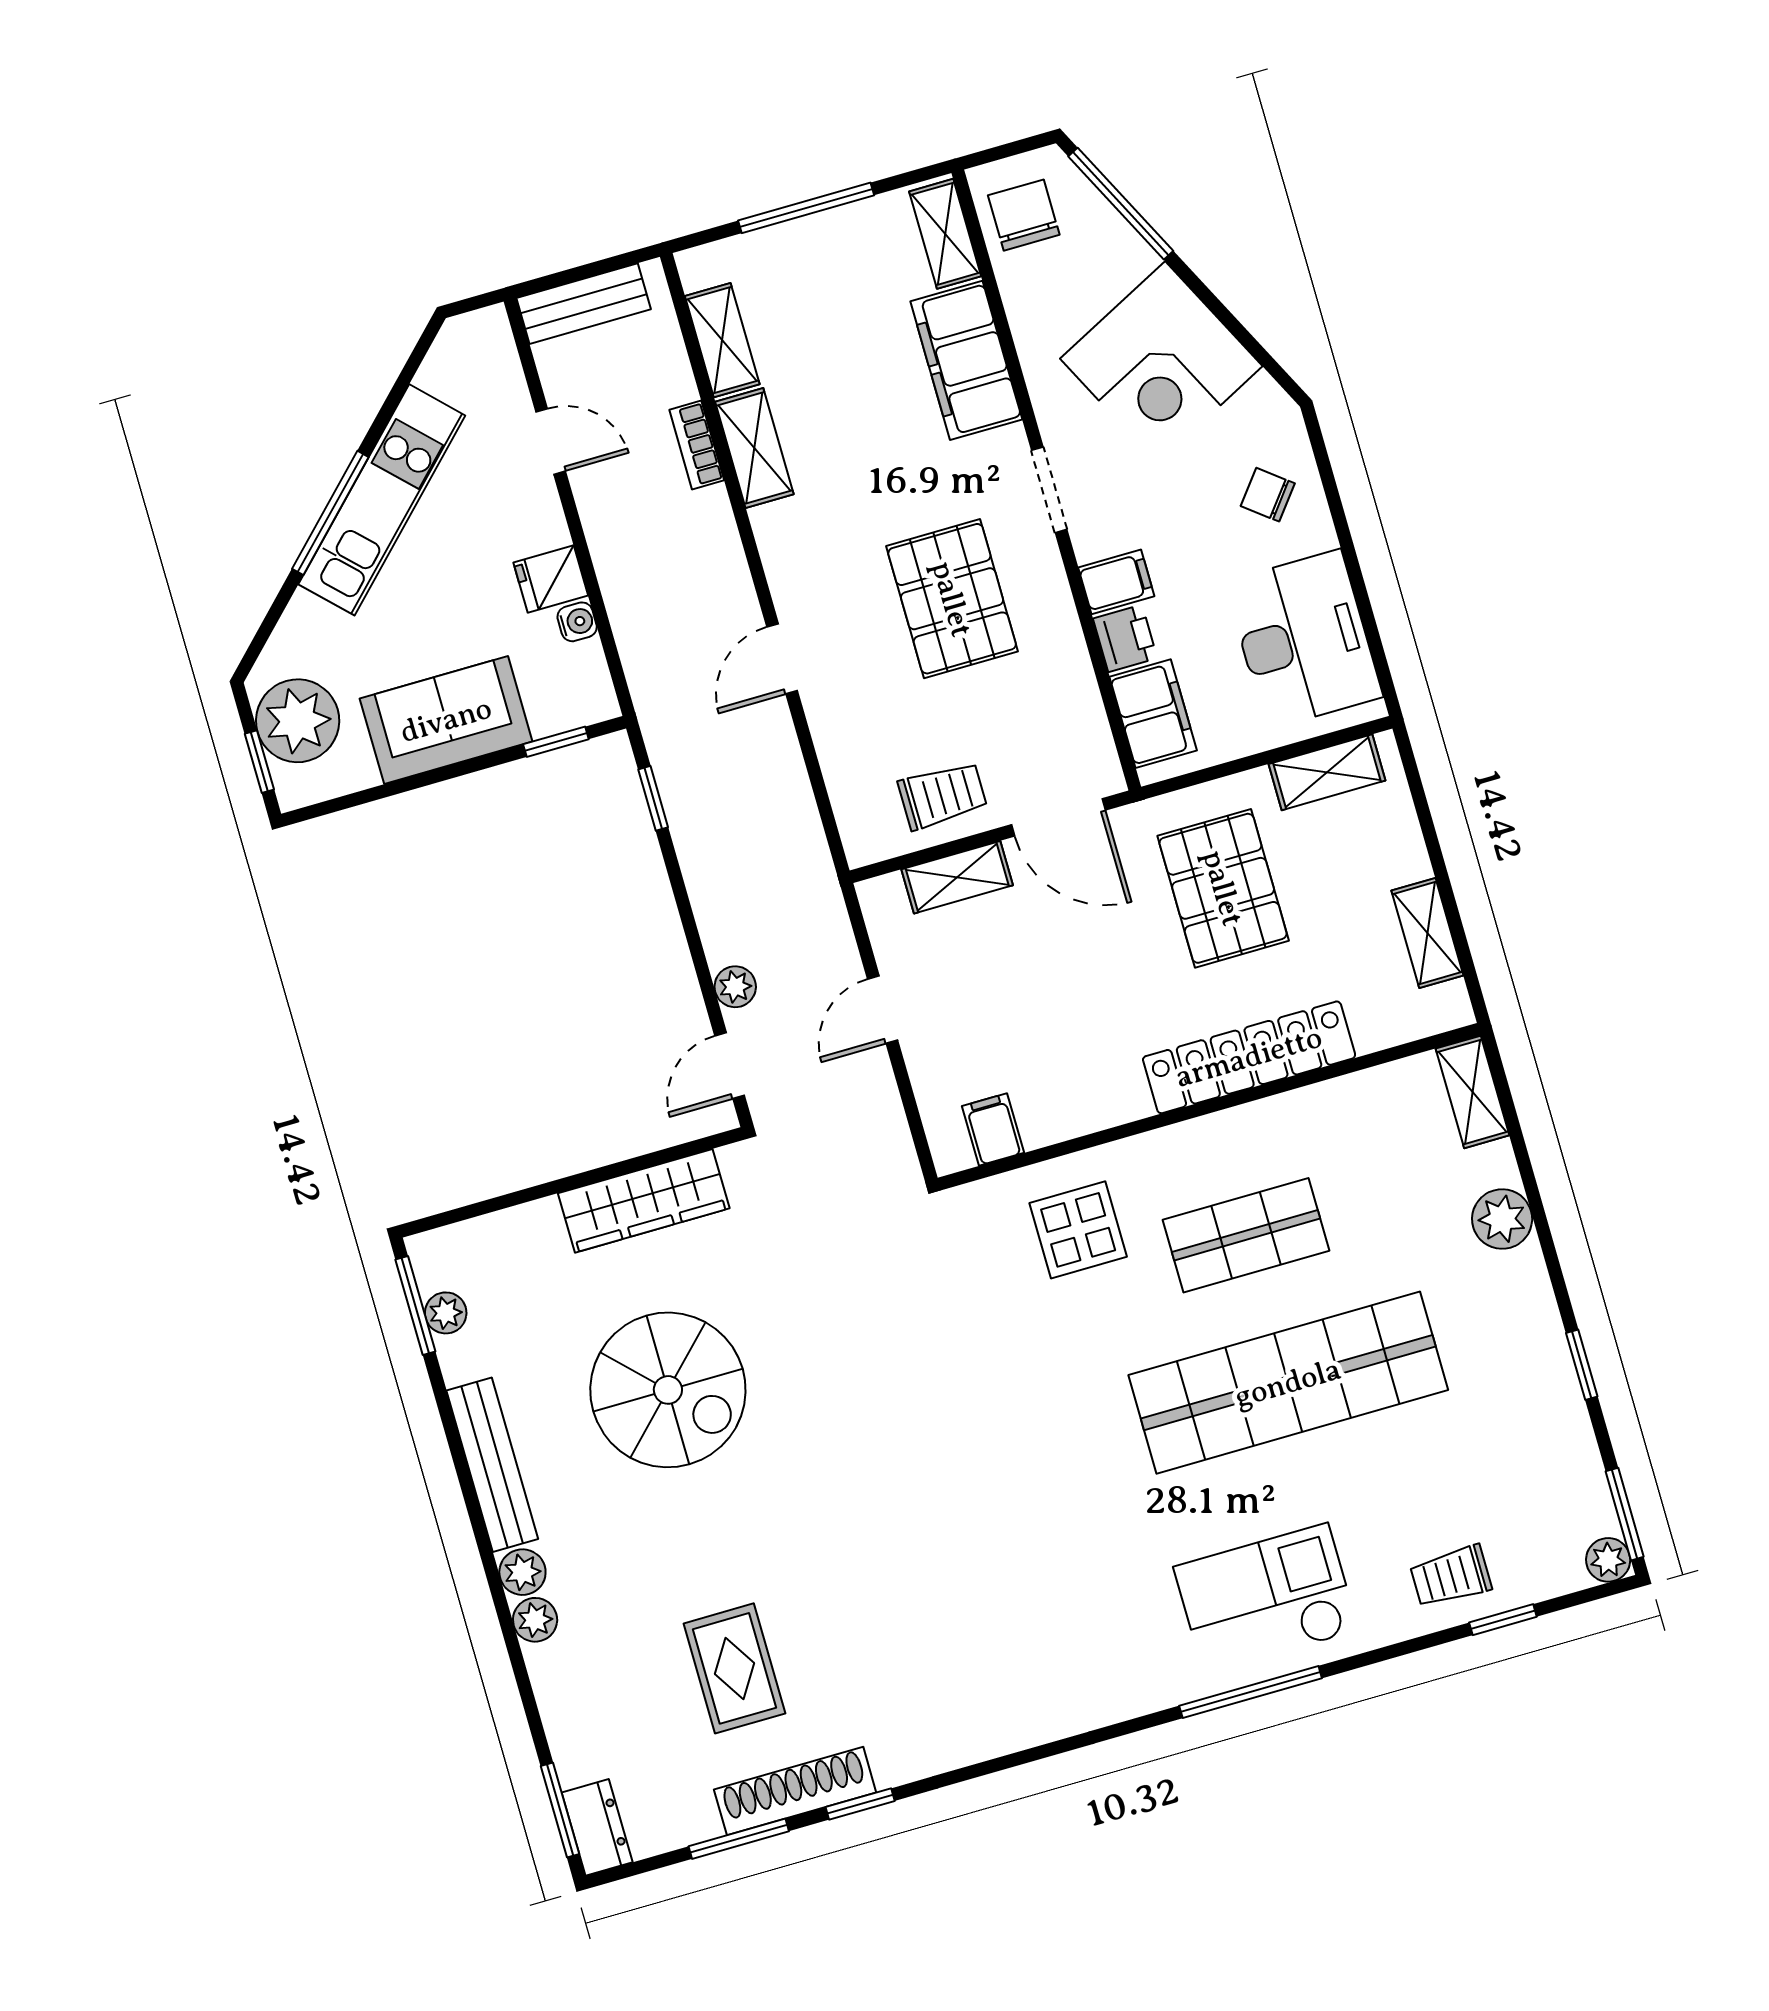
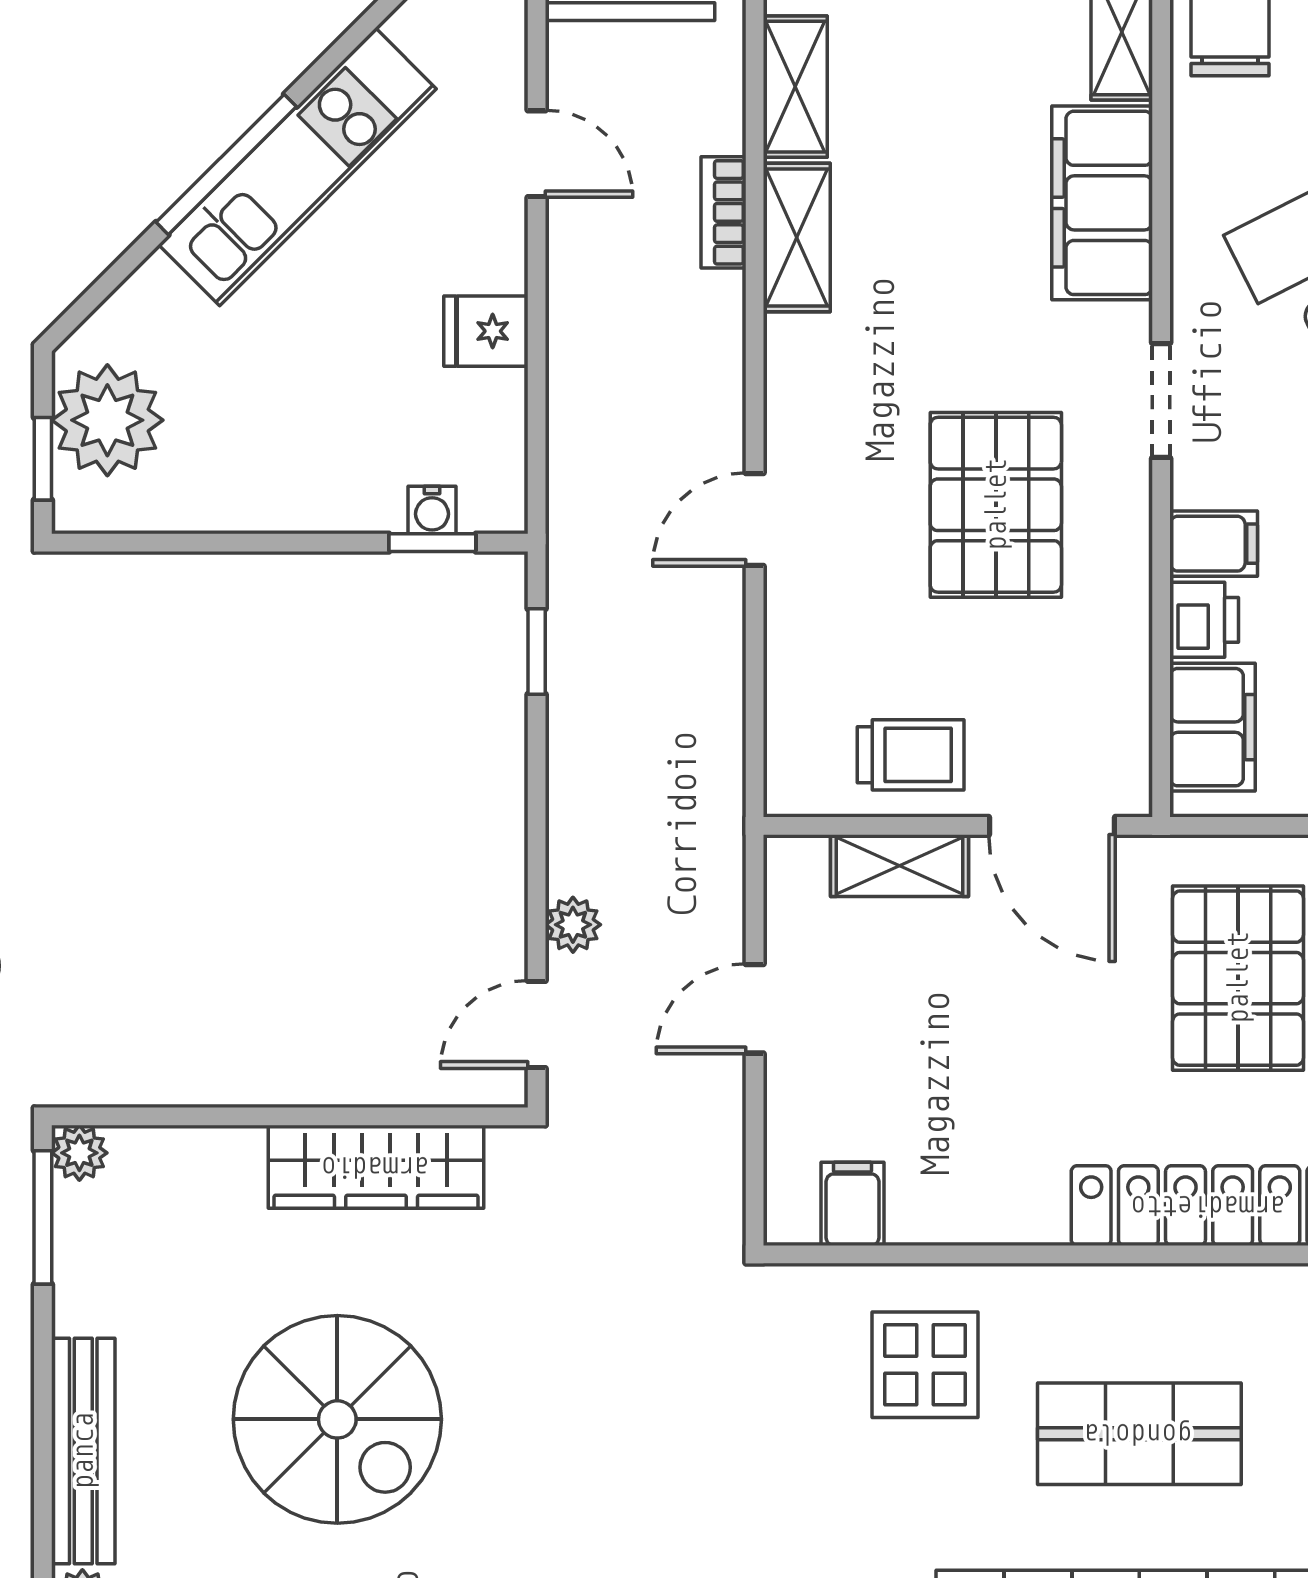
water cooler: (577, 622) -> (432, 510), moved, turned 90
sofa: (446, 720) -> (299, 474), removed
plant: (446, 1313) -> (79, 1153), moved

